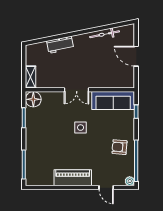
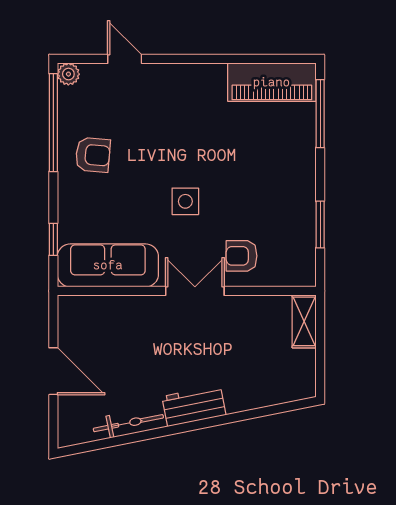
workbench: (60, 45) -> (194, 406), moved
floor lamp: (33, 99) -> (298, 268), removed
armchair: (57, 105) -> (242, 256), added
piano: (73, 178) -> (272, 82), moved

